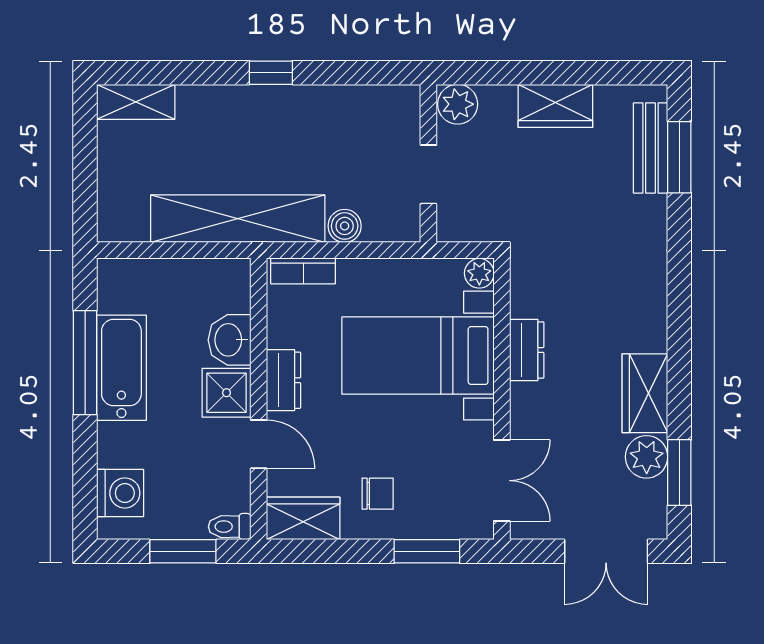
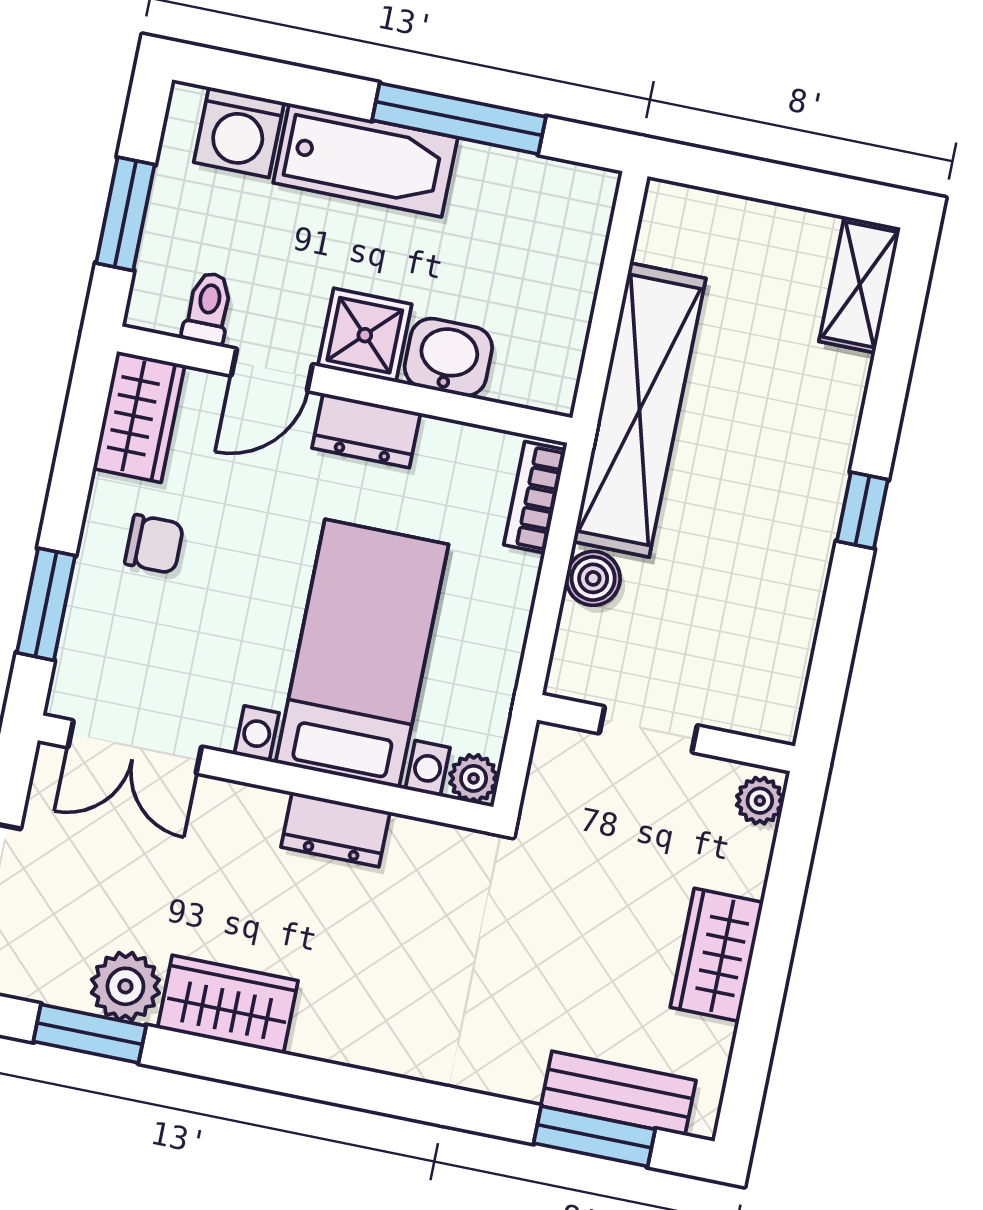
plant: (458, 104) -> (760, 801), width x0.73, depth x0.73
bathtub: (121, 368) -> (365, 160), moved
chair: (378, 494) -> (154, 544), turned -90
toilet: (230, 527) -> (208, 308), moved

